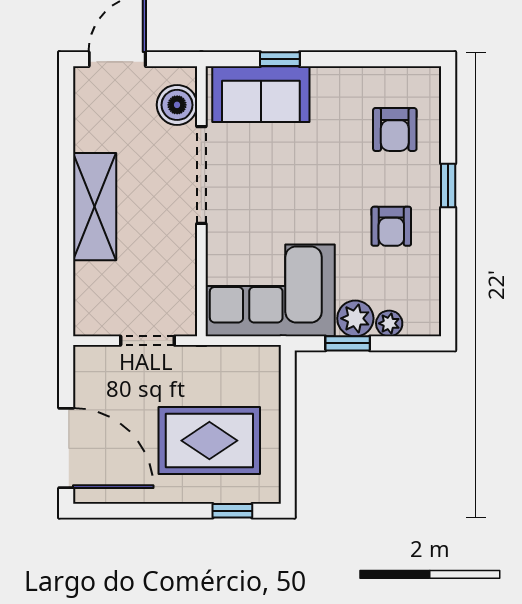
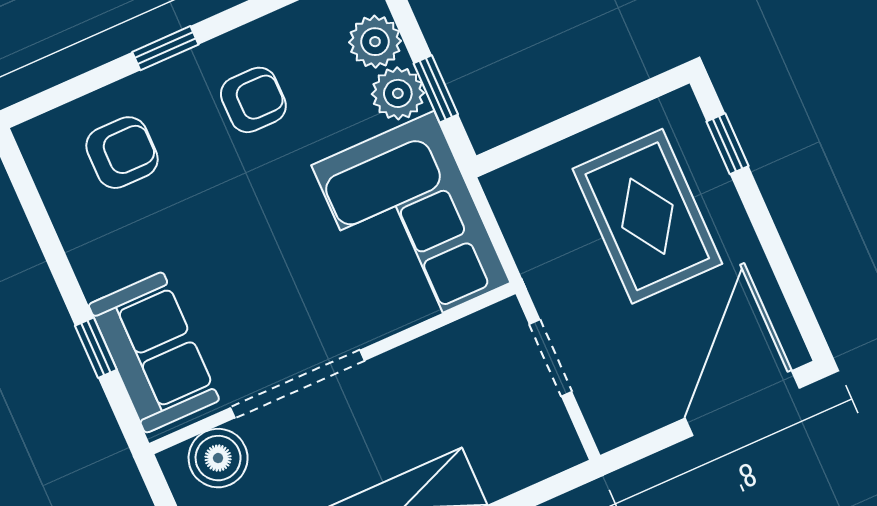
plant: (389, 323) -> (375, 42), width x1.38, depth x1.38

